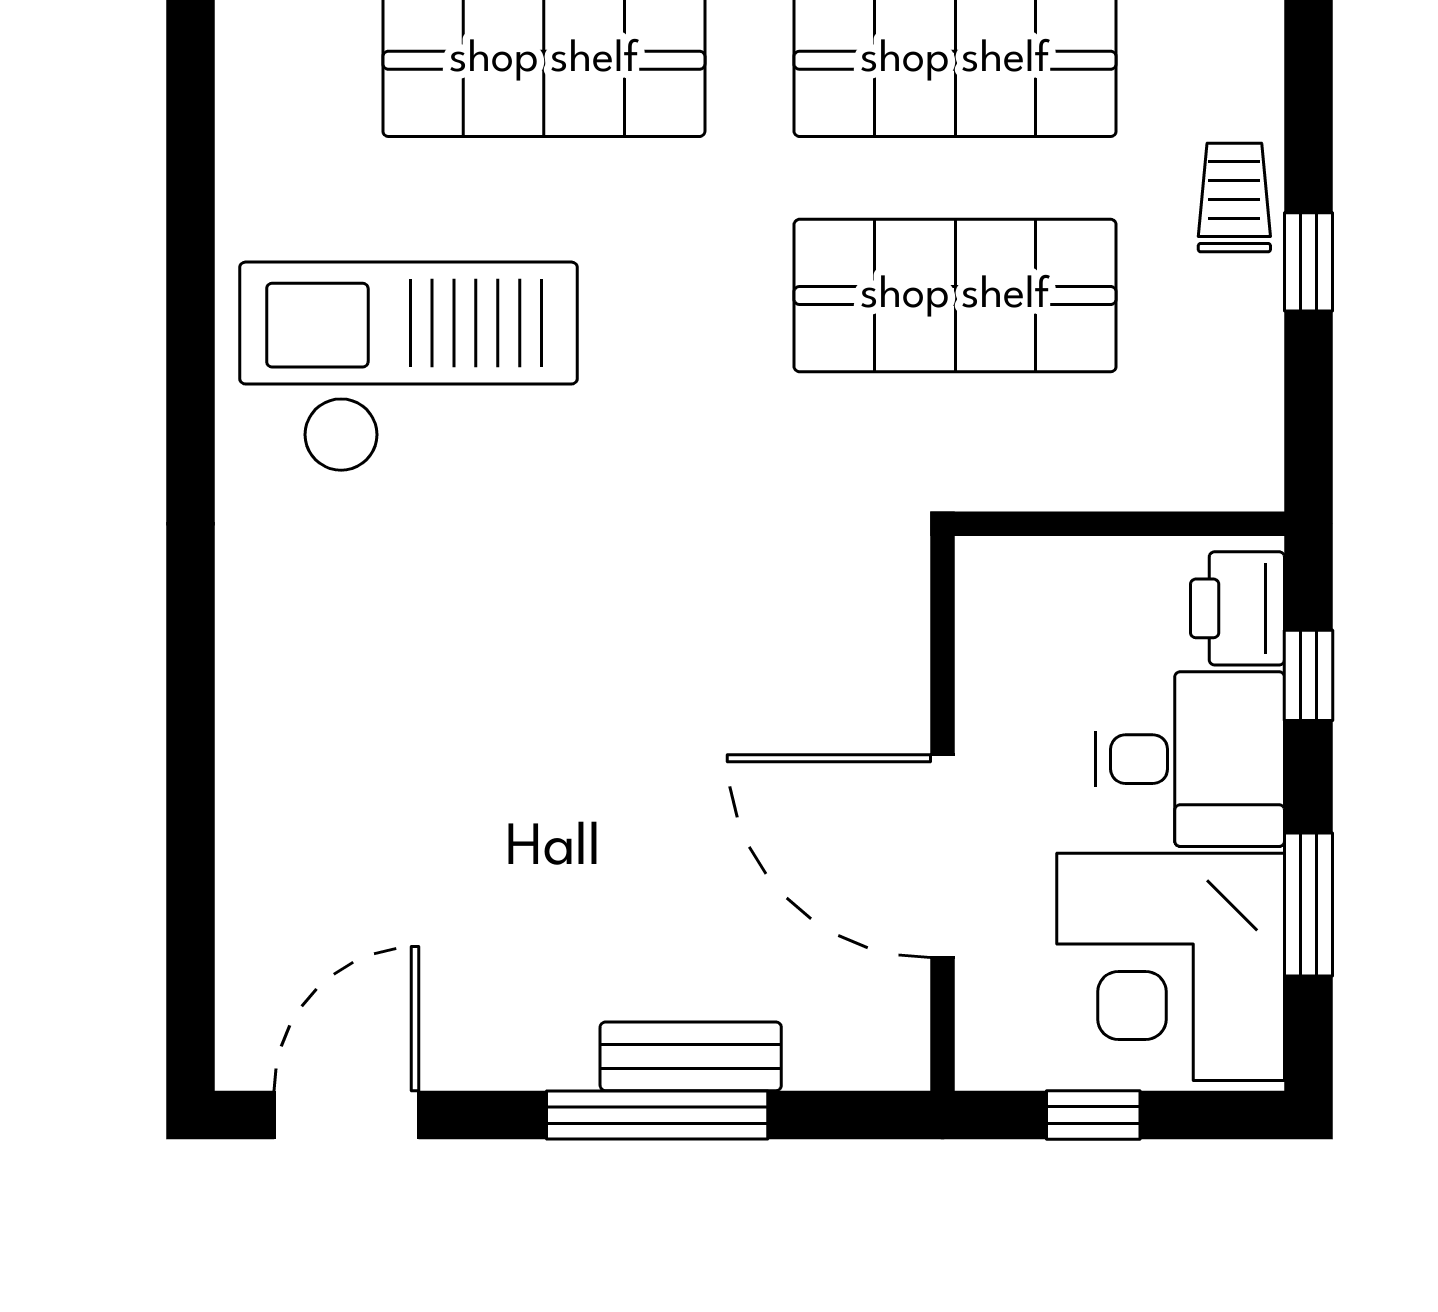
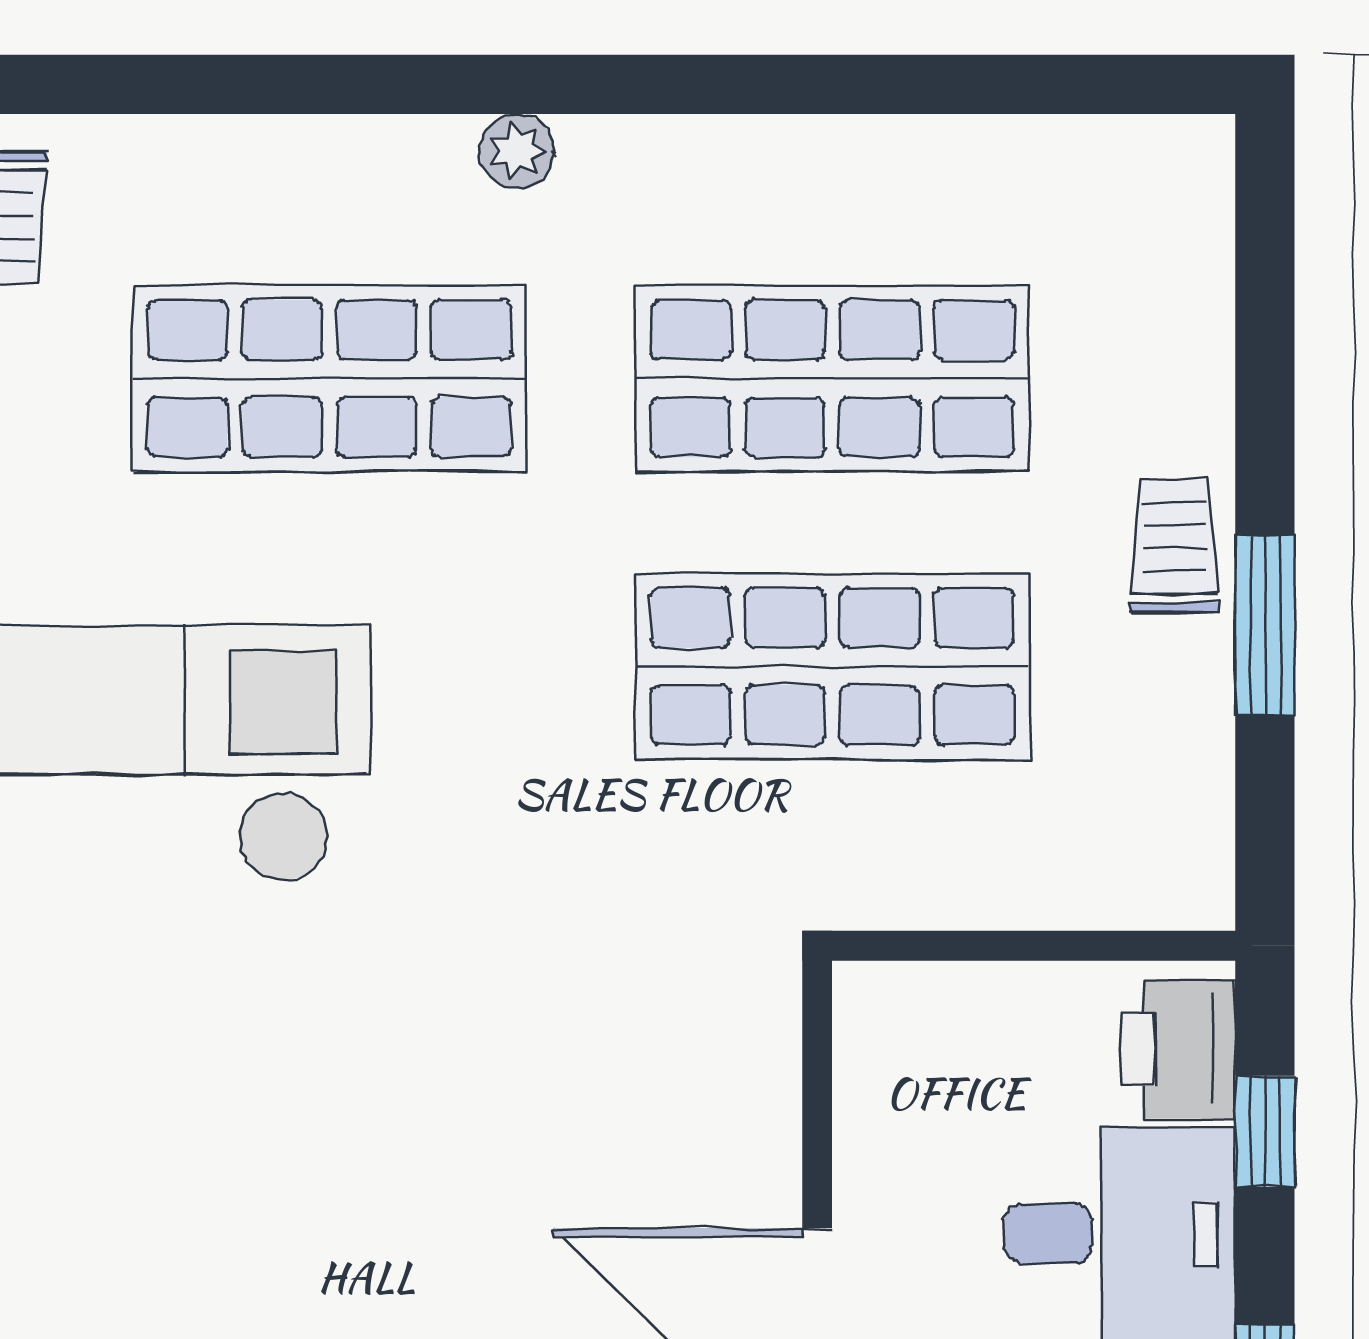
window: (1309, 262) -> (1265, 625), width x1.50

